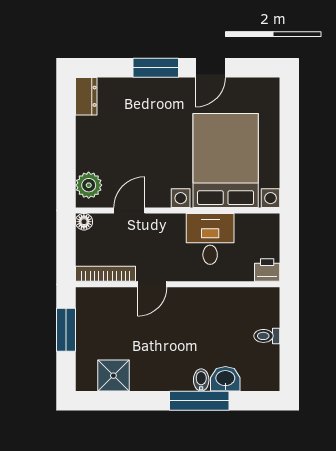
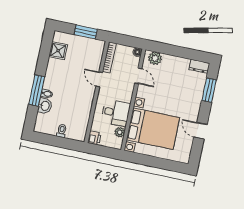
window: (156, 68) -> (209, 90), moved
plant: (246, 223) -> (120, 132), added

